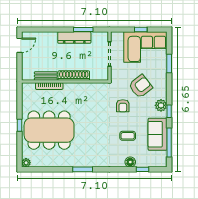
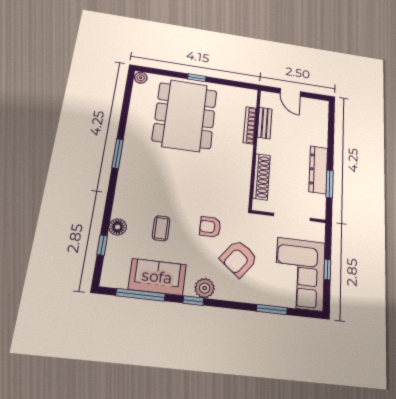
door: (19, 45) -> (290, 92), moved
shoe rack: (74, 76) -> (262, 177), moved
armchair: (140, 86) -> (239, 258), turned 76

